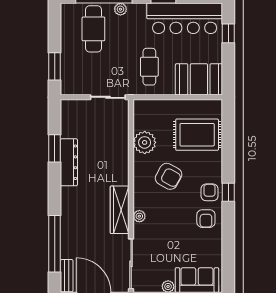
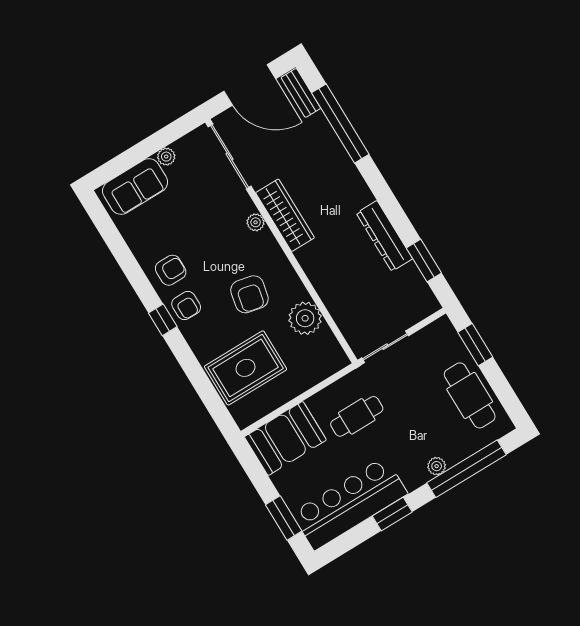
cafe table: (93, 29) -> (470, 395), moved
window: (228, 33) -> (284, 518), width x1.50
cafe table: (149, 67) -> (357, 416), turned 90
window: (55, 148) -> (424, 260), moved
armchair: (169, 176) -> (249, 294), turned -107
armchair: (206, 219) -> (171, 270), turned 90

